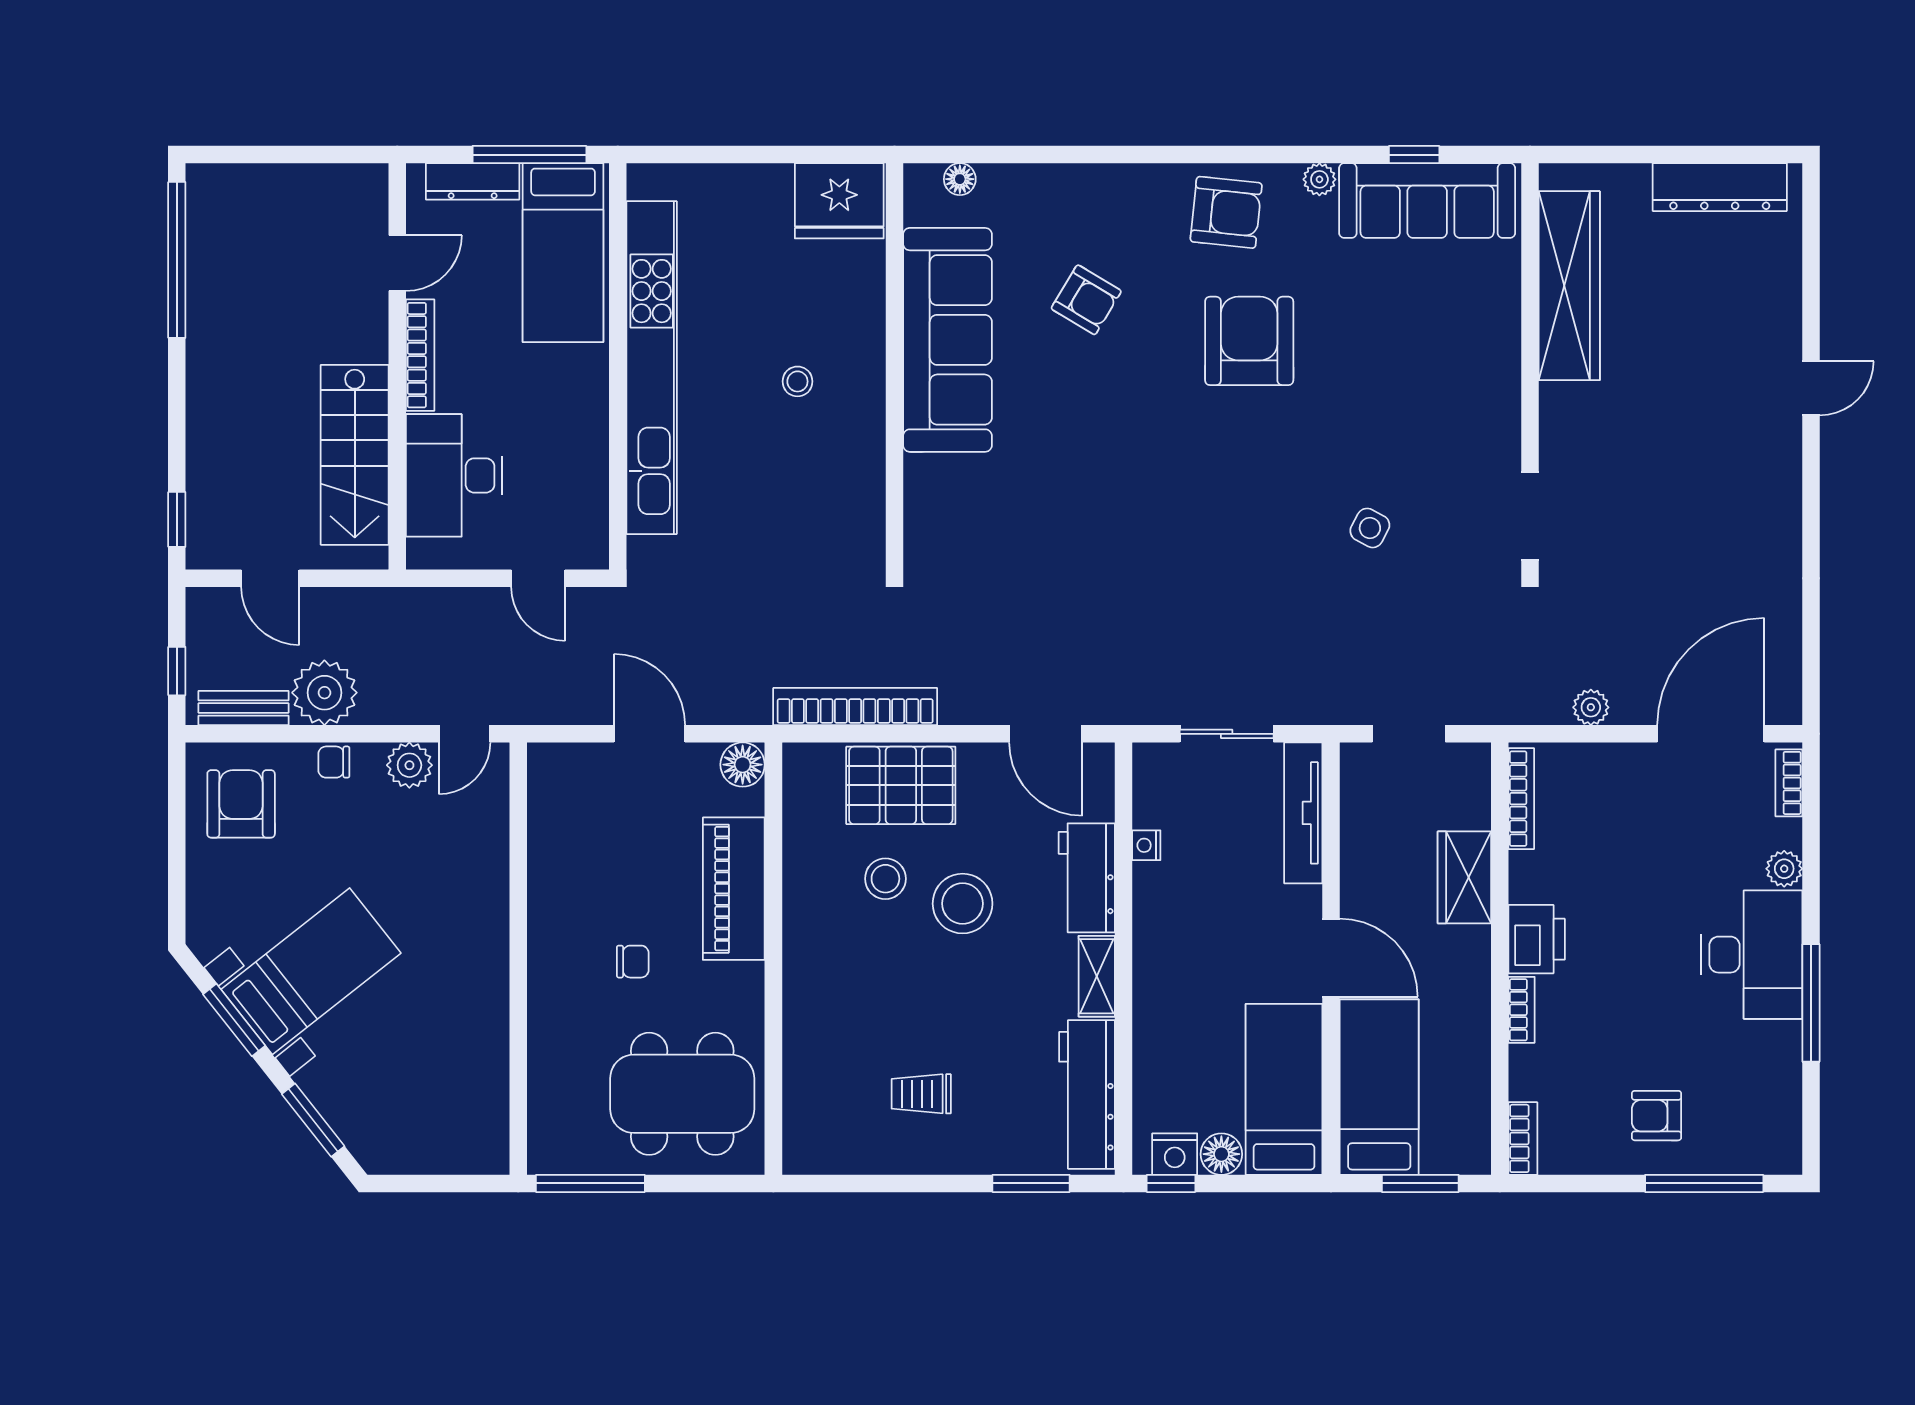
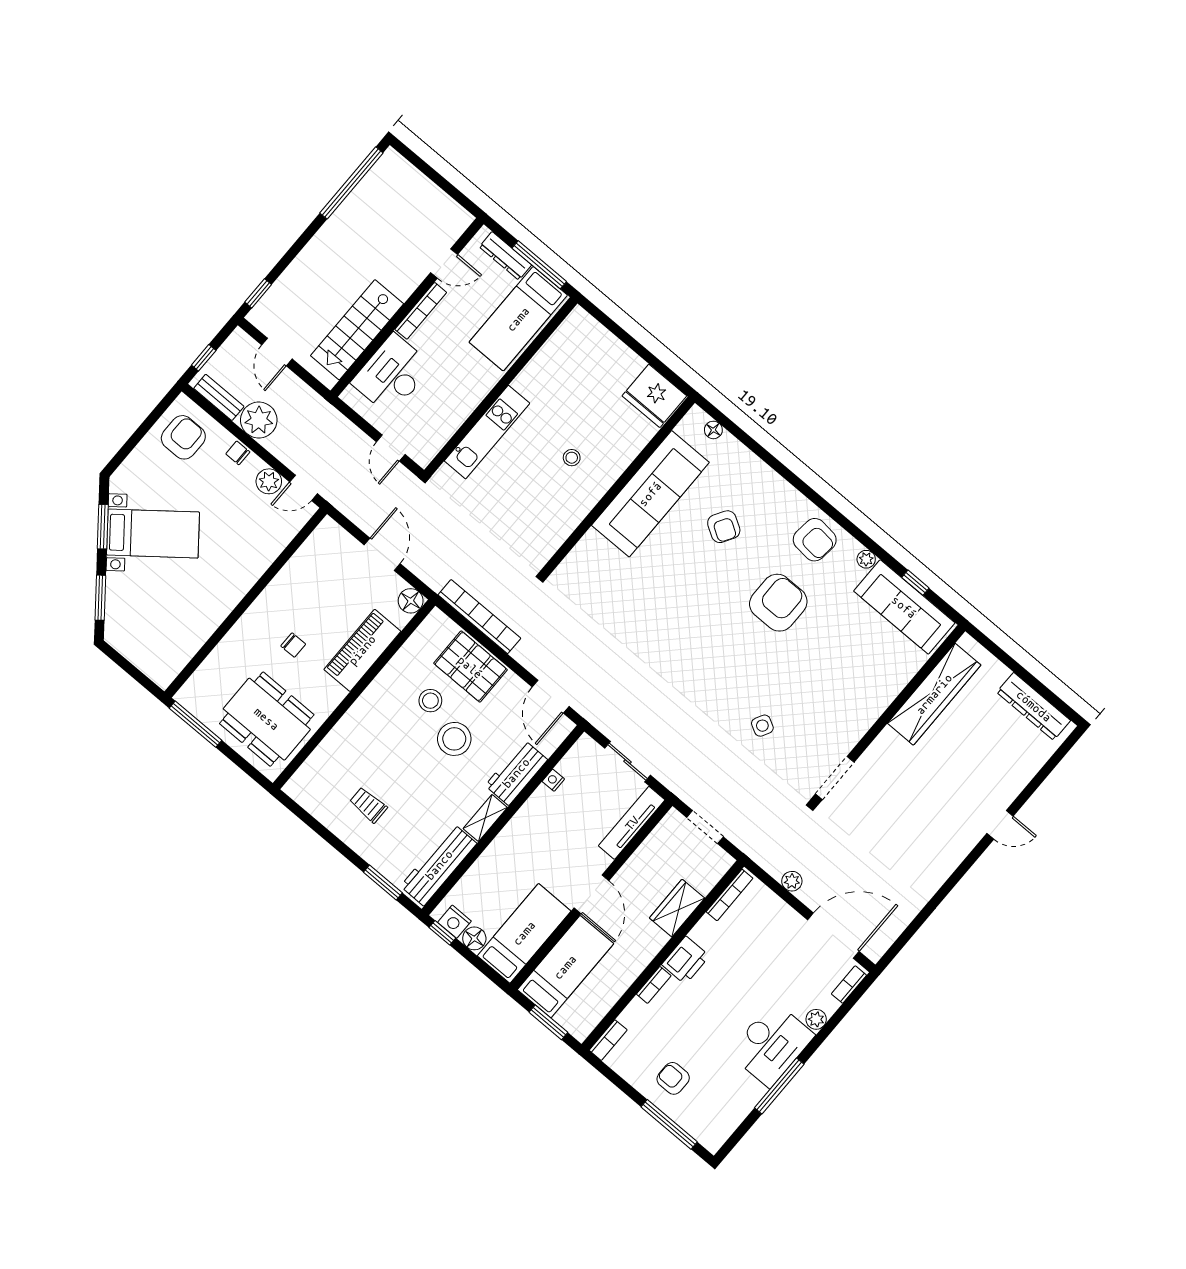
kitchen unit: (652, 368) -> (487, 432), width x0.54

